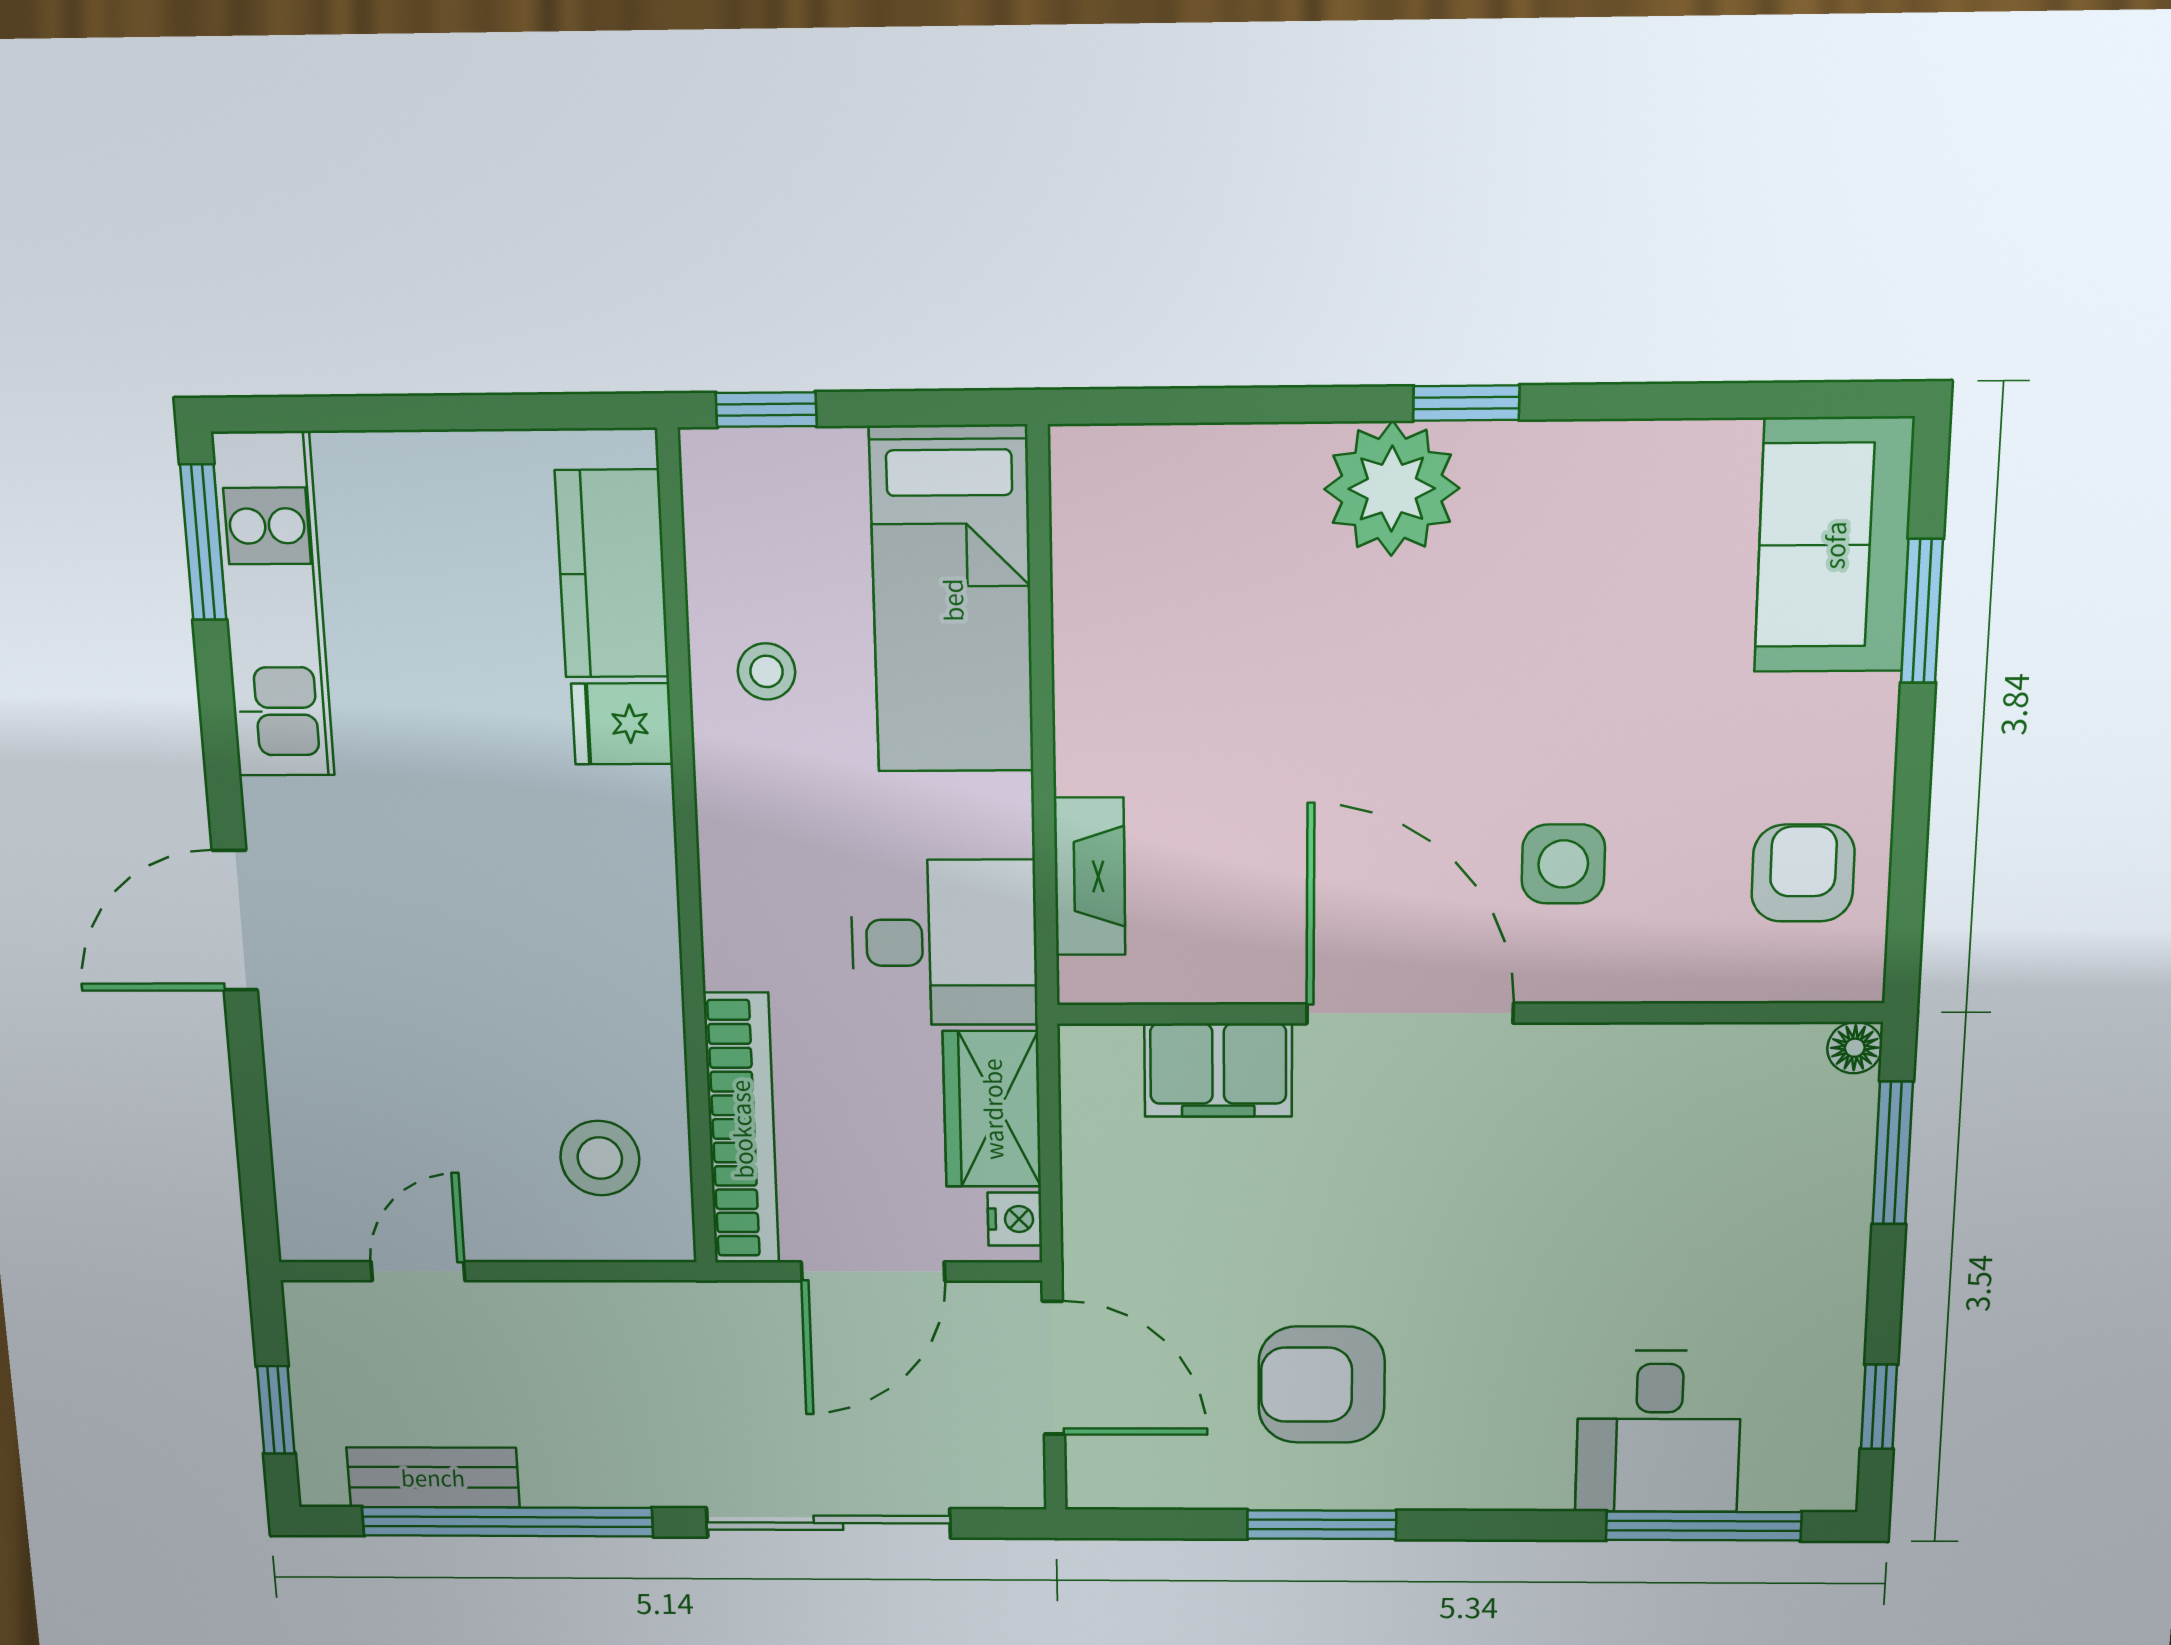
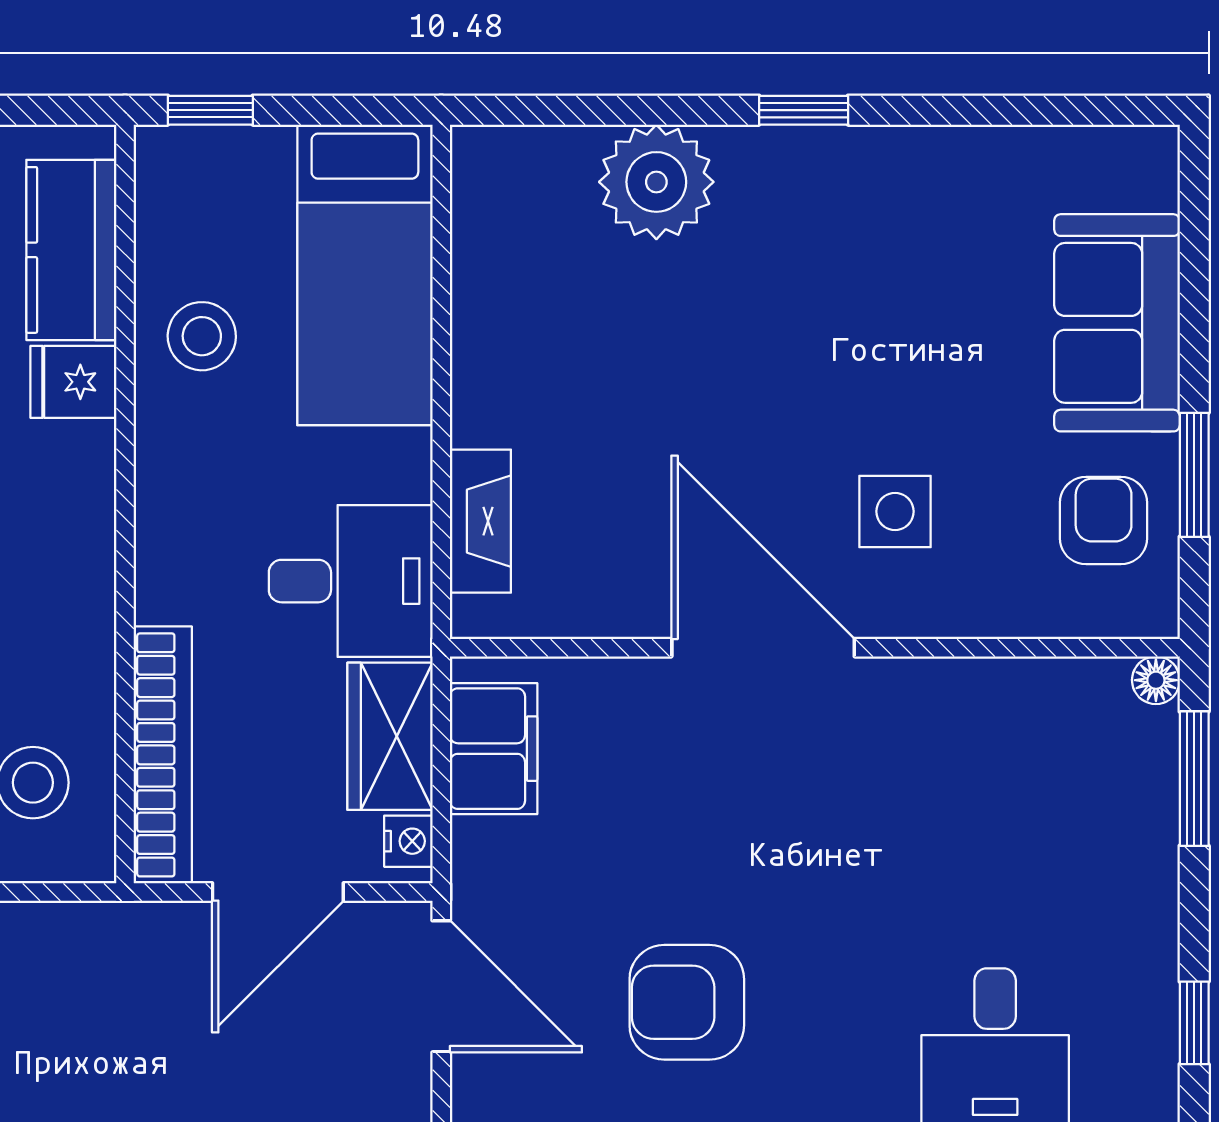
plant: (1392, 489) -> (656, 182), moved
sofa: (1834, 545) -> (1117, 323), moved
window: (1922, 611) -> (1194, 475), moved
stool: (767, 671) -> (202, 336), width x1.37, depth x1.37
filing cabinet: (1218, 1070) -> (494, 749), moved, turned -90

